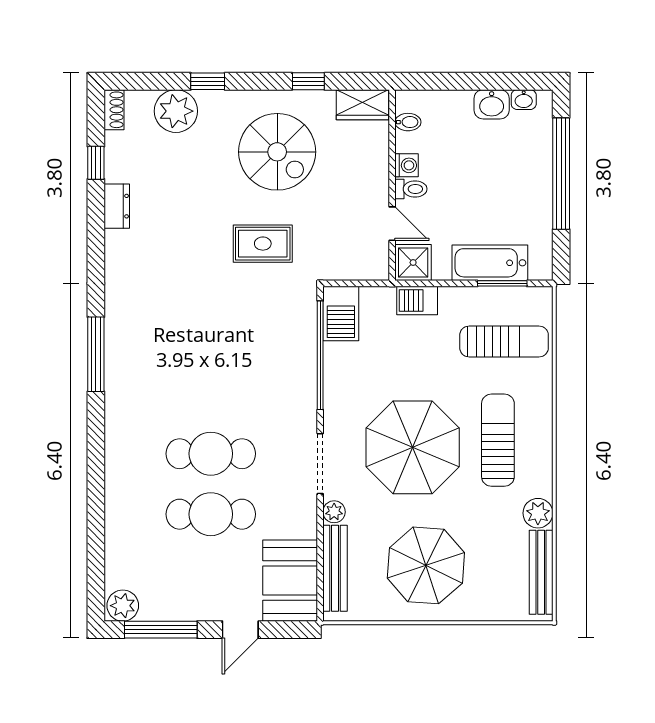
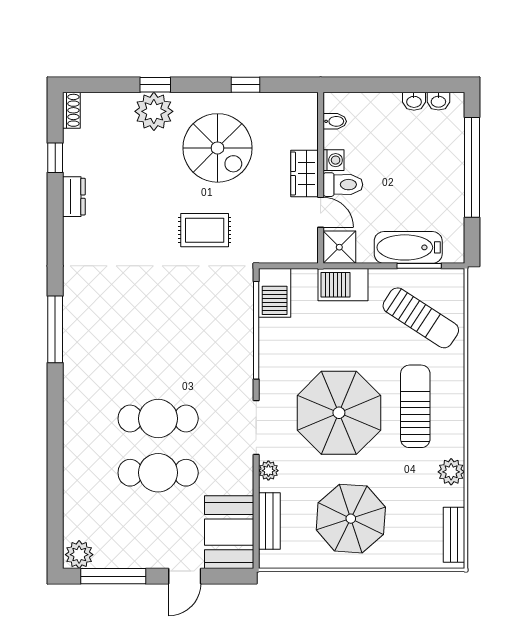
washbasin: (492, 104) -> (414, 101), width x0.72, depth x0.69
wardrobe: (363, 105) -> (305, 173), moved, turned 90
plant: (176, 111) -> (154, 111), moved
toilet: (411, 189) -> (343, 185), width x1.37, depth x1.39
barbecue: (417, 301) -> (343, 285), width x1.38, depth x1.27
sun lounger: (504, 341) -> (421, 318), turned 33
bench: (335, 568) -> (269, 521), width x0.73
bench: (541, 572) -> (454, 535), width x0.73

